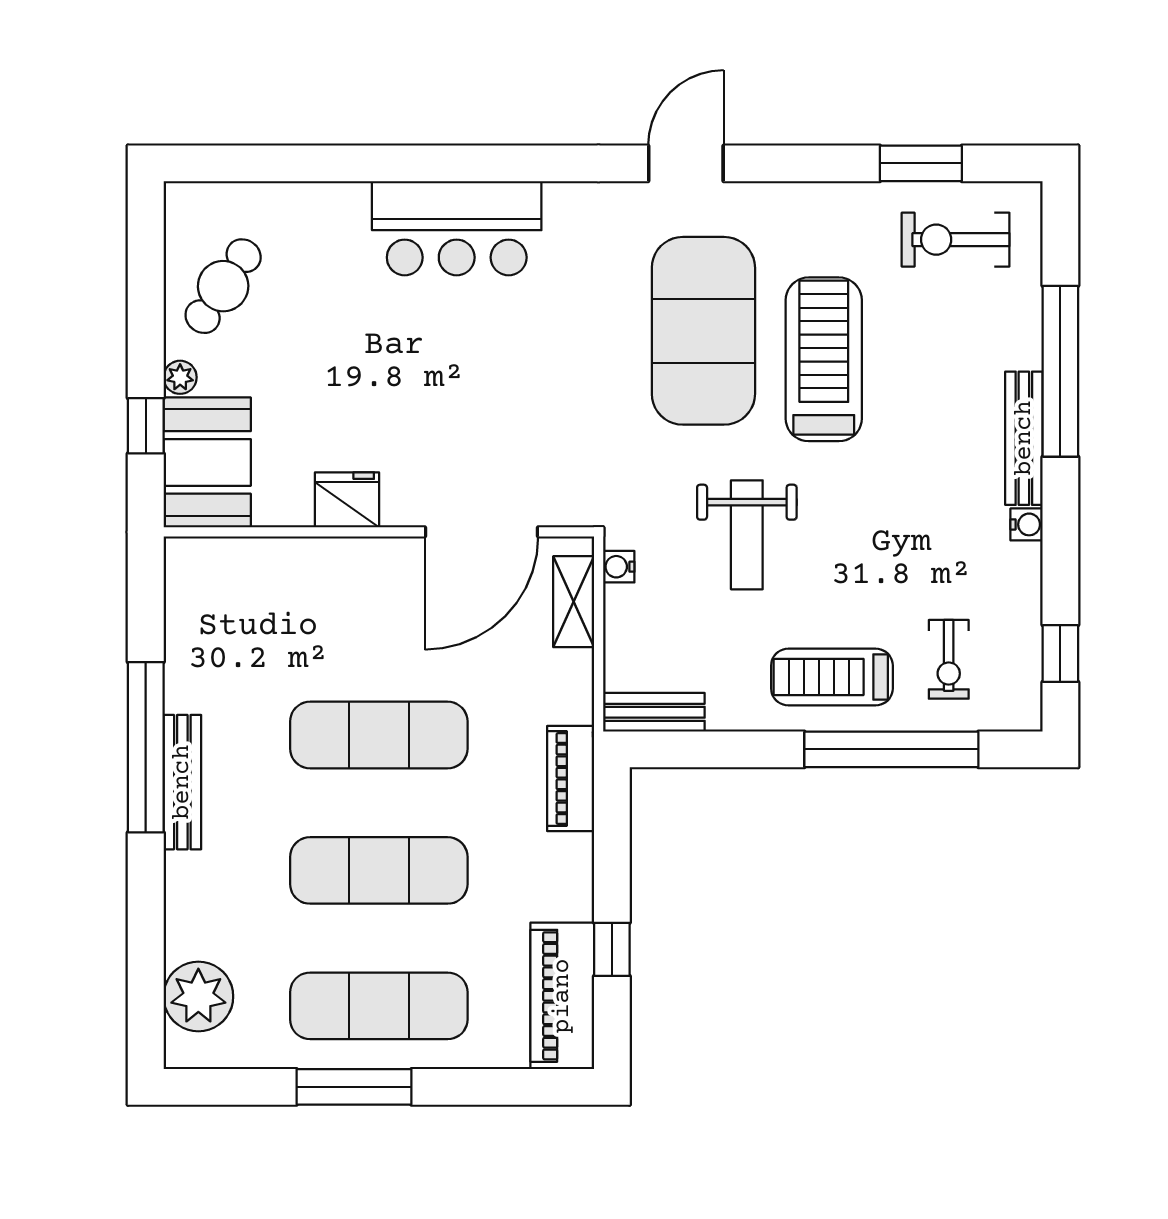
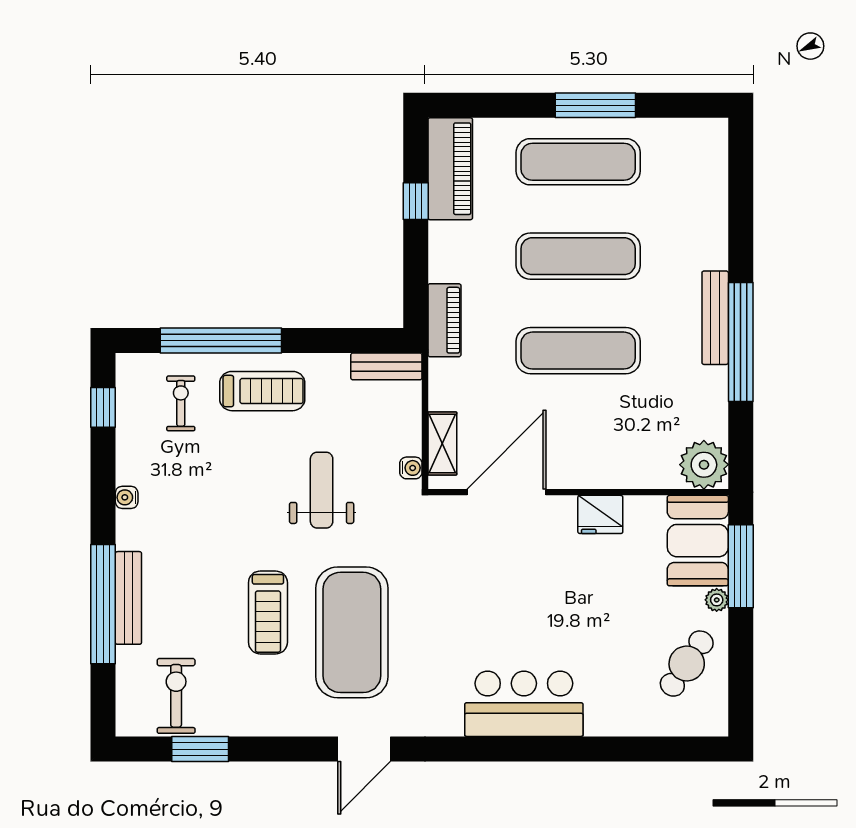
exercise bike: (956, 240) -> (176, 696), turned -90
treadmill: (824, 359) -> (268, 612), width x0.73, depth x0.73
window: (146, 426) -> (741, 566), width x2.17
bench: (1024, 438) -> (128, 598), moved
plant: (198, 996) -> (704, 465), moved

